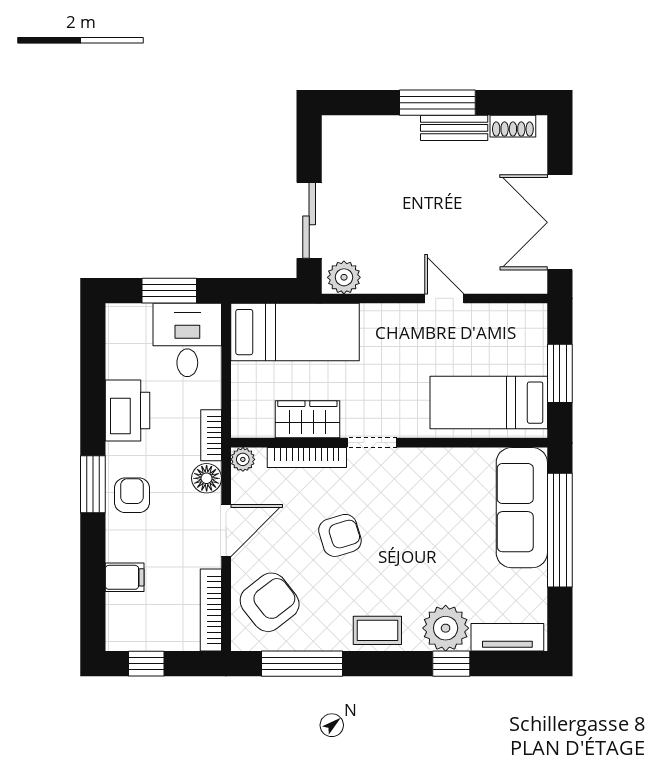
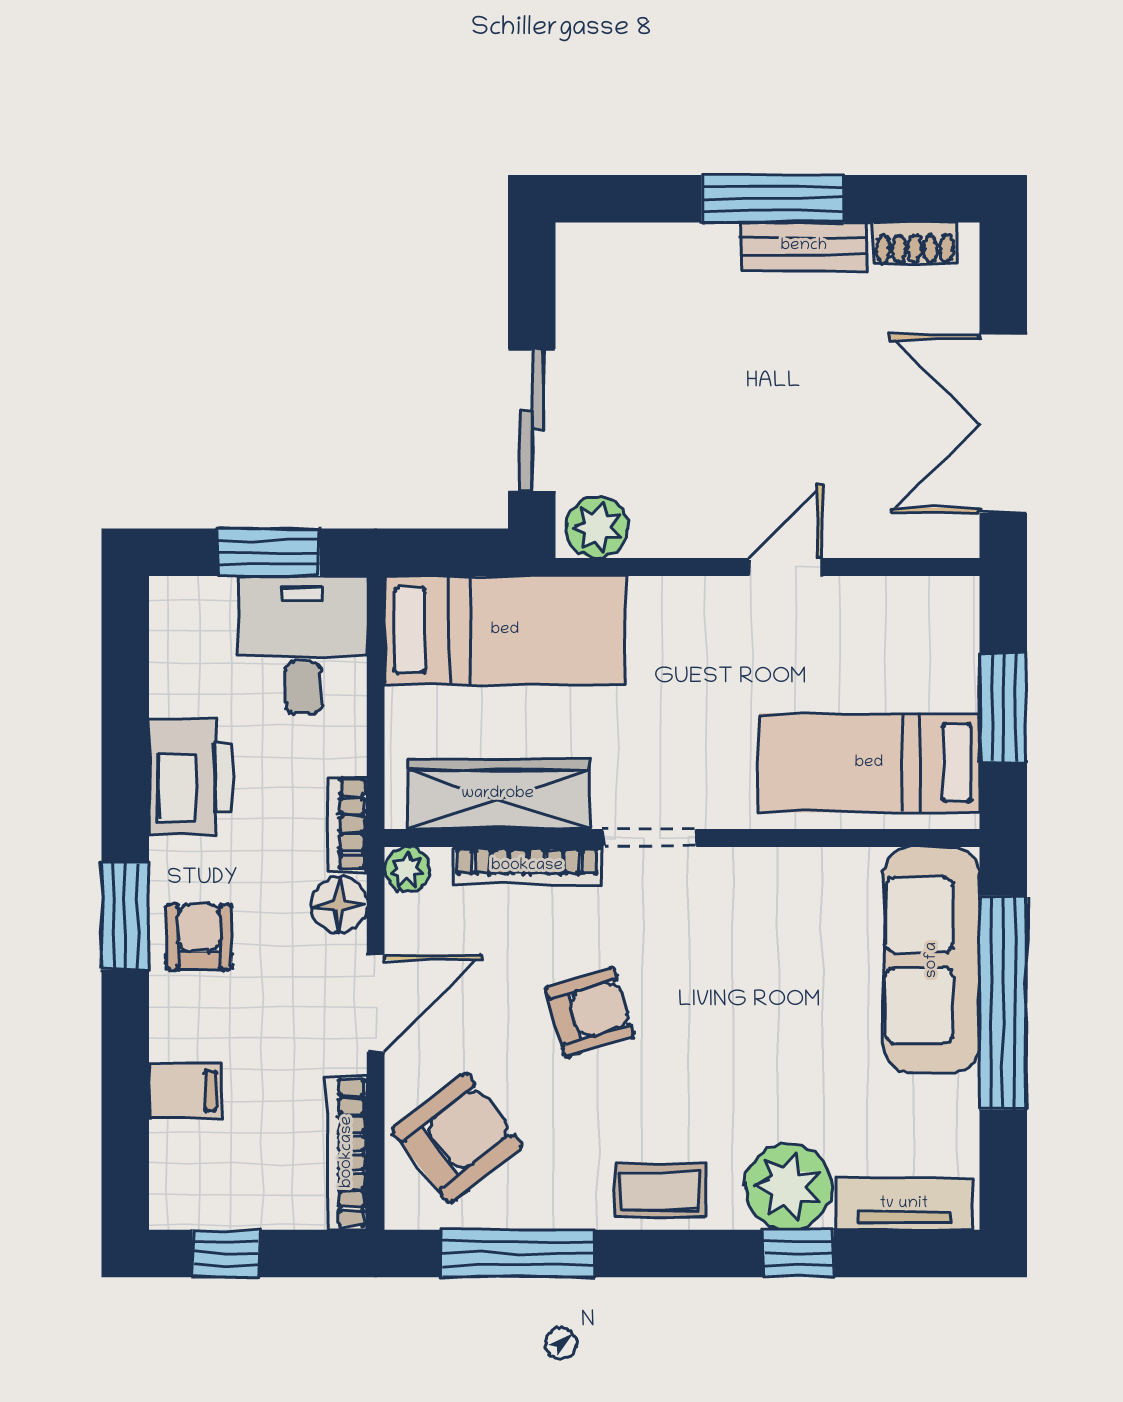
door: (444, 298) -> (786, 567), hinge flipped
wardrobe: (307, 419) -> (498, 794), width x1.50

